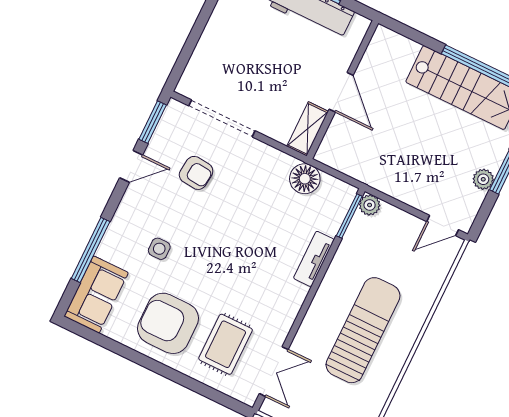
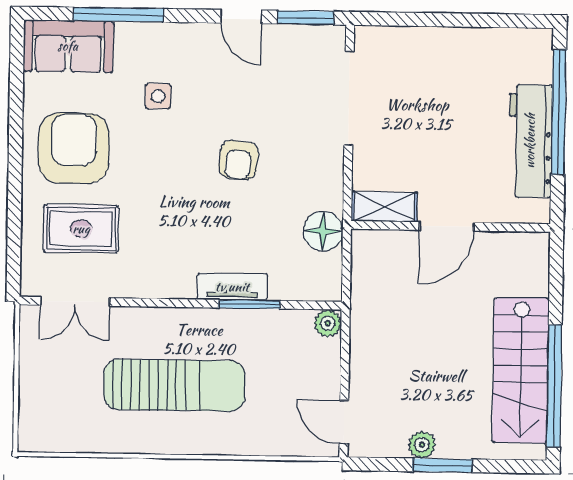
armchair: (196, 173) -> (239, 160), moved
window: (349, 216) -> (249, 304), moved

